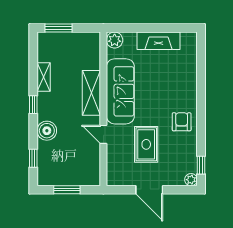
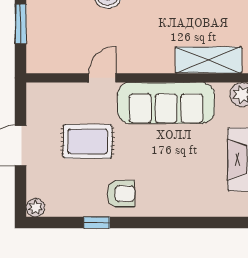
shelving: (91, 93) -> (209, 60), moved
window: (201, 165) -> (97, 223), moved

